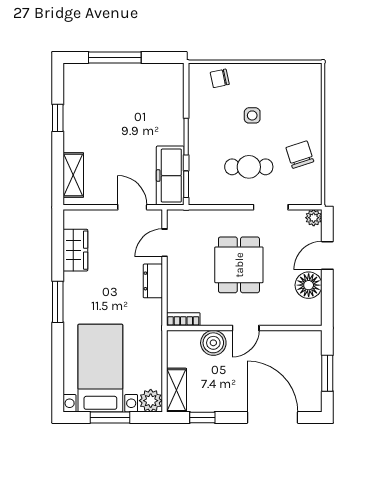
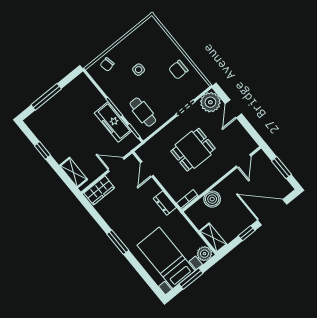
chair: (300, 155) -> (178, 70), turned -72
cafe table: (249, 167) -> (143, 112), moved, turned 90
freezer: (170, 176) -> (113, 122), moved
plant: (314, 218) -> (210, 102), width x1.87, depth x1.87
wardrobe: (75, 250) -> (99, 190), moved, turned 90
dining table: (239, 265) -> (193, 150), turned 90
dresser: (153, 281) -> (165, 203), moved
floor lamp: (309, 285) -> (236, 131), removed
door: (246, 328) -> (243, 161), moved
window: (202, 417) -> (247, 233), moved

